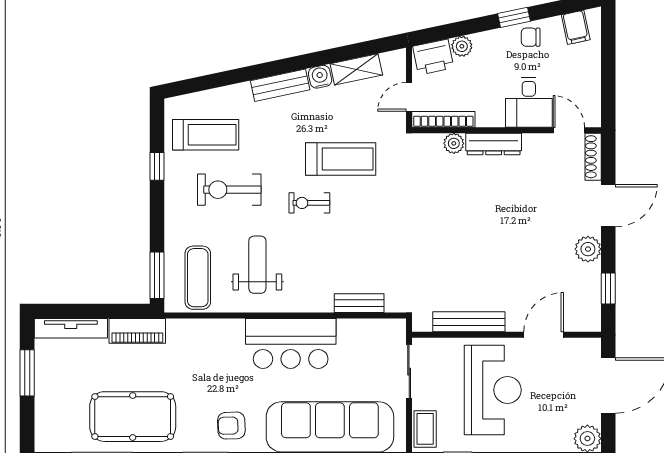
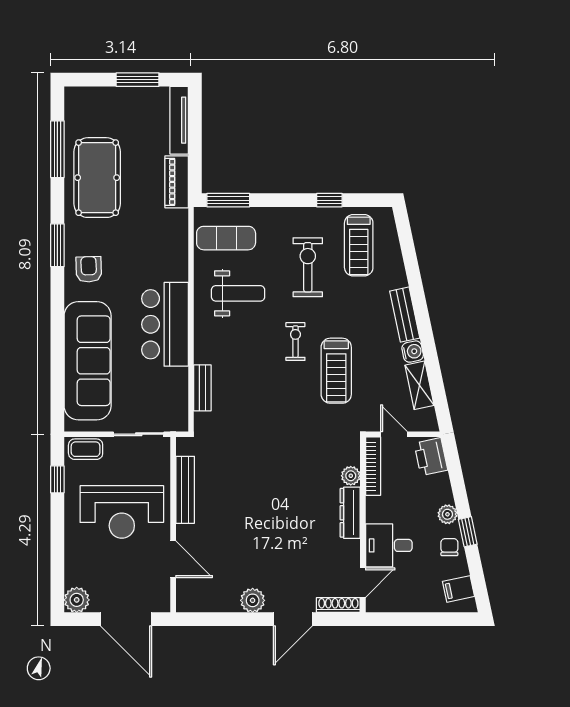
plant: (462, 46) -> (447, 514), moved
door: (608, 206) -> (293, 619), hinge flipped
window: (608, 288) -> (216, 619), removed

